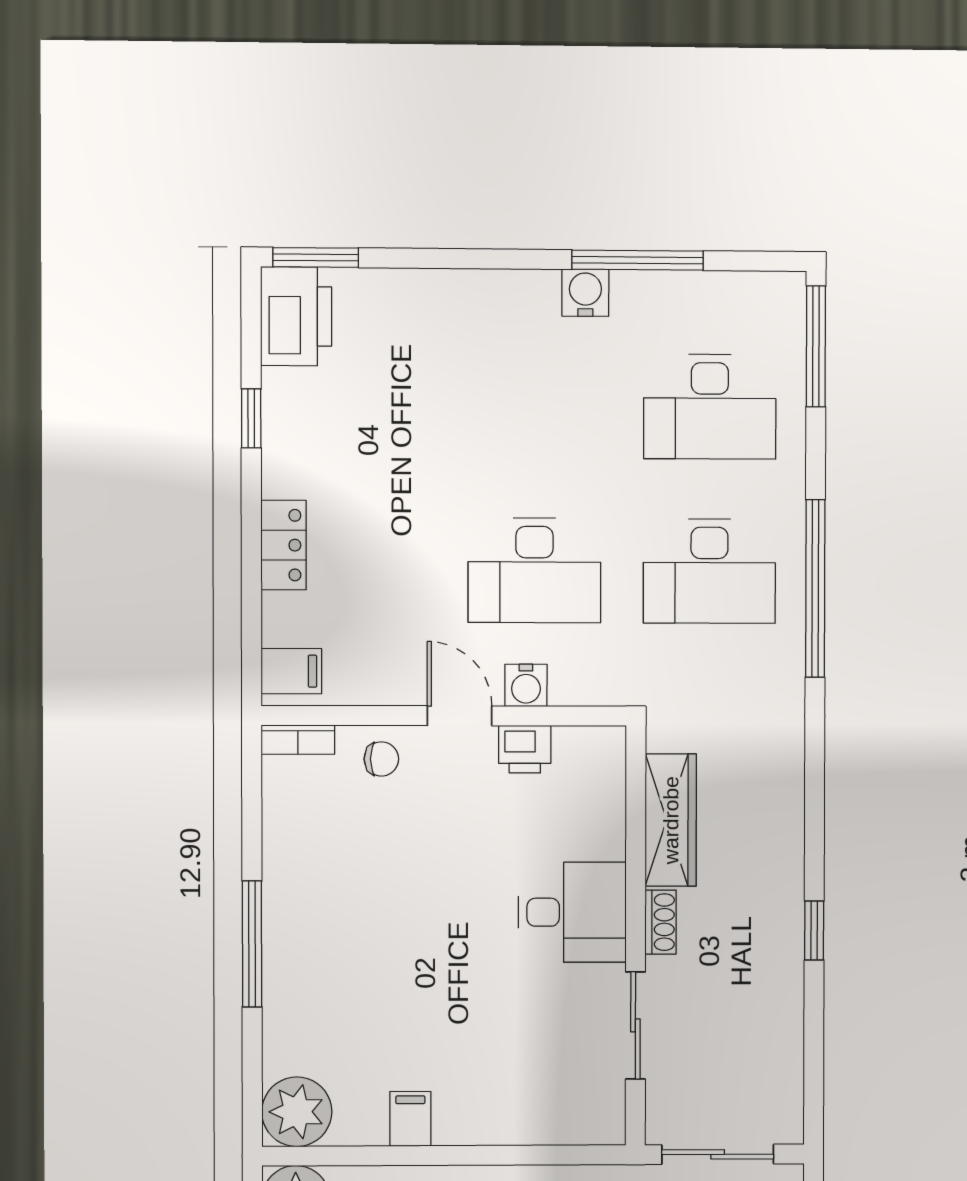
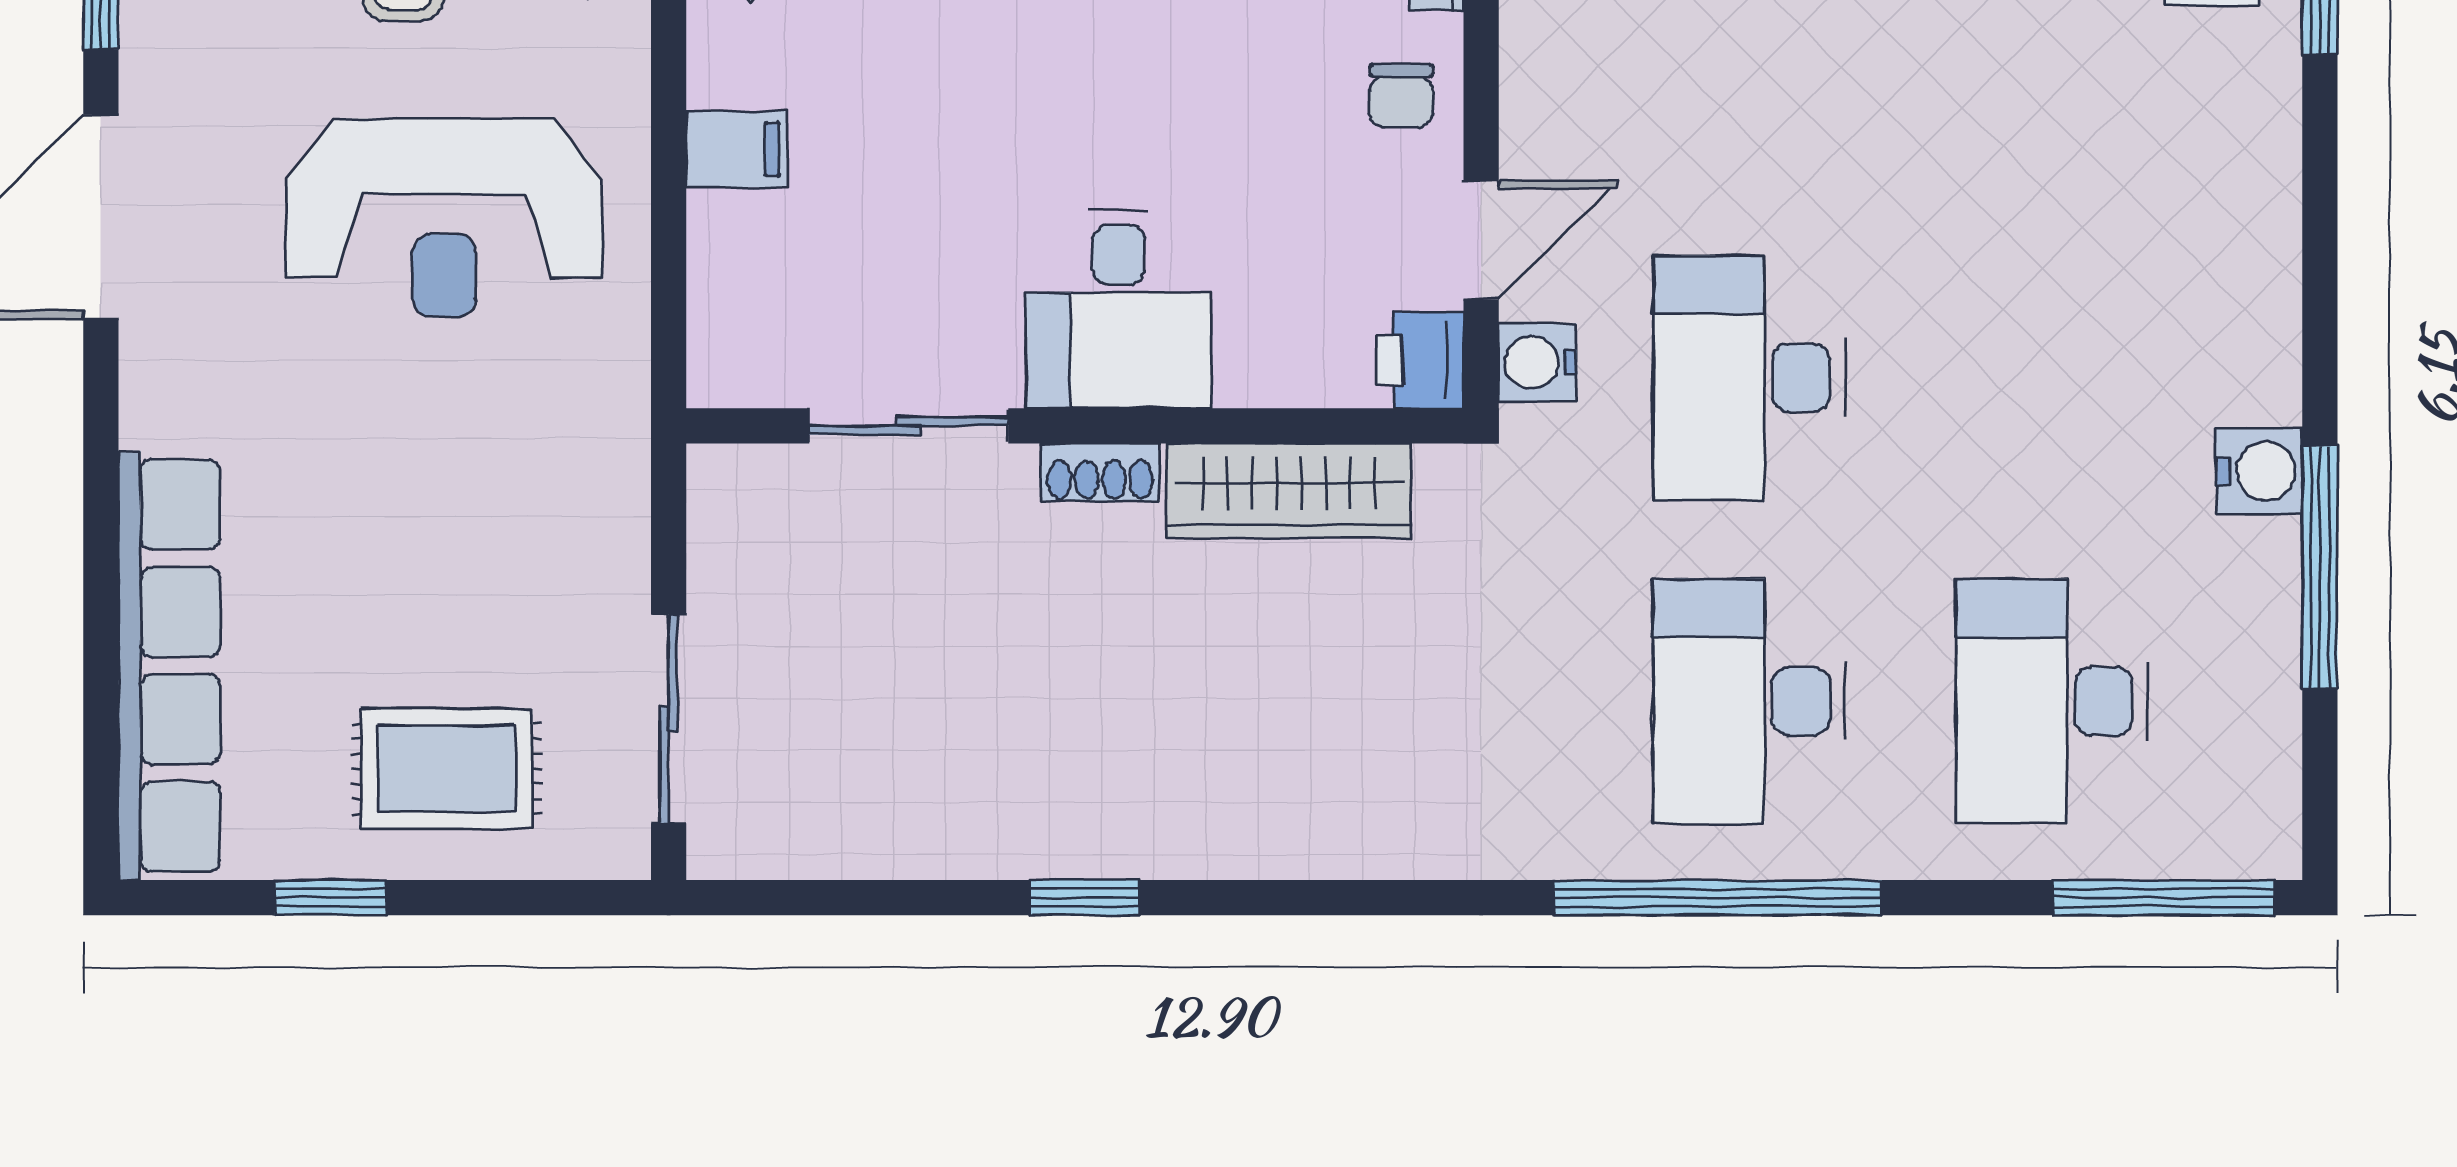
wardrobe: (671, 820) -> (1289, 491), moved
desk: (572, 912) -> (1119, 309), moved
shoe rack: (661, 922) -> (1100, 472), moved
wall: (636, 936) -> (1075, 426), moved
sliding door: (635, 1025) -> (909, 426), moved

